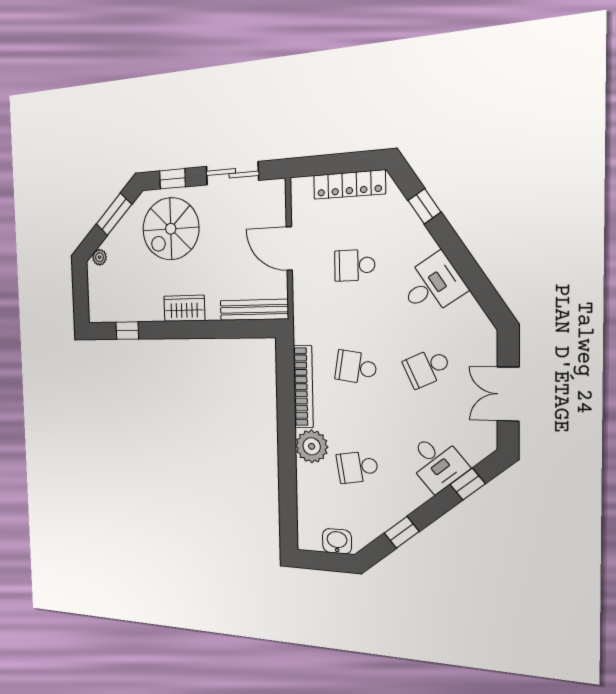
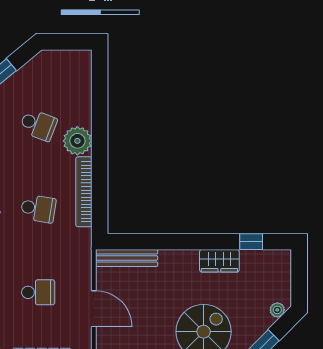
wardrobe: (184, 308) -> (219, 261), moved
school desk: (357, 467) -> (38, 125), turned 30
washbasin: (337, 541) -> (57, 60), removed

